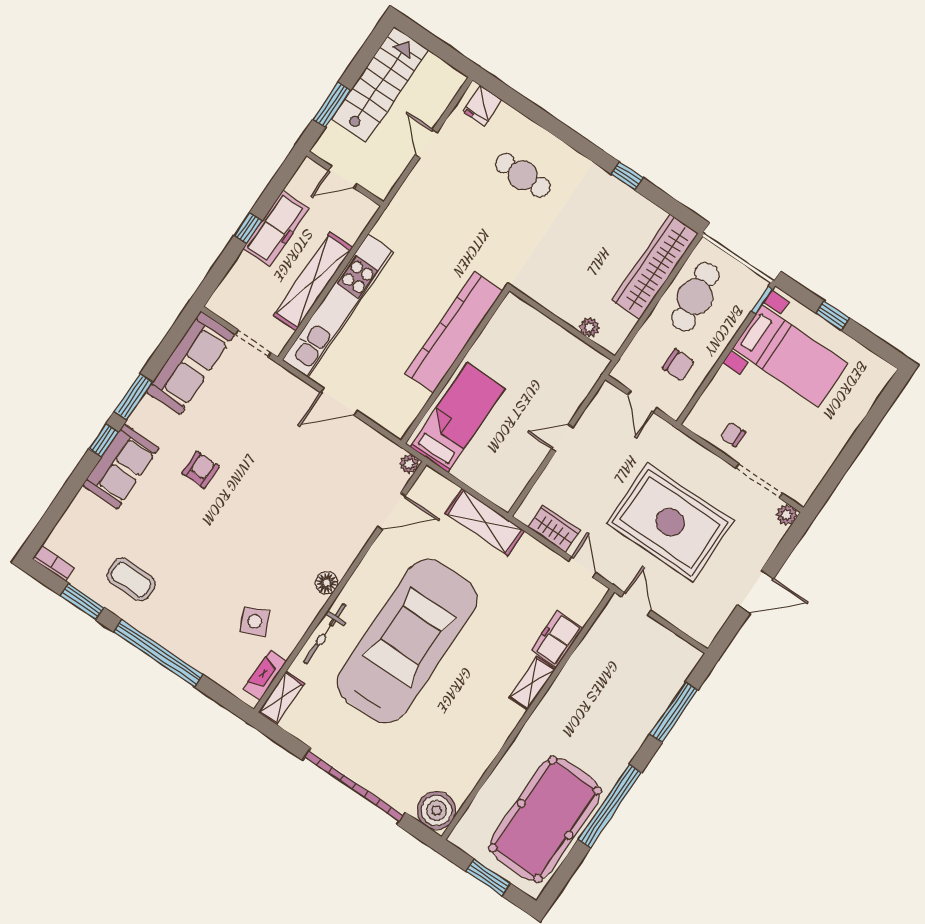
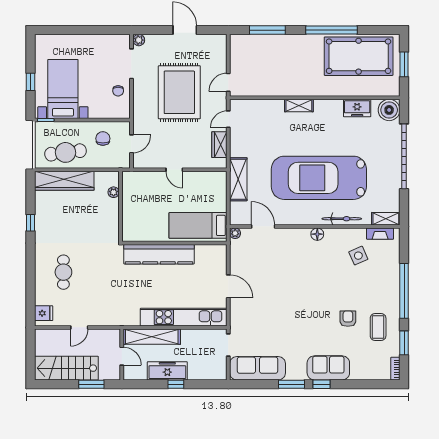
shelving: (313, 281) -> (152, 337), moved
armchair: (201, 470) -> (348, 319), moved, turned 90
freezer: (557, 639) -> (357, 108), moved

